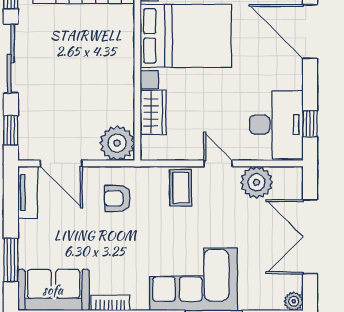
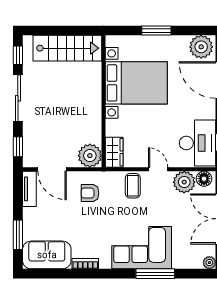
wardrobe: (153, 112) -> (114, 152), moved
floor lamp: (286, 177) -> (204, 179), added

